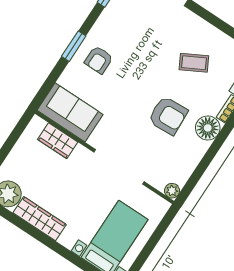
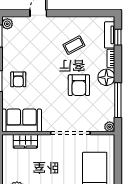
armchair: (168, 116) -> (79, 85), turned 93
window: (203, 165) -> (118, 100), added

